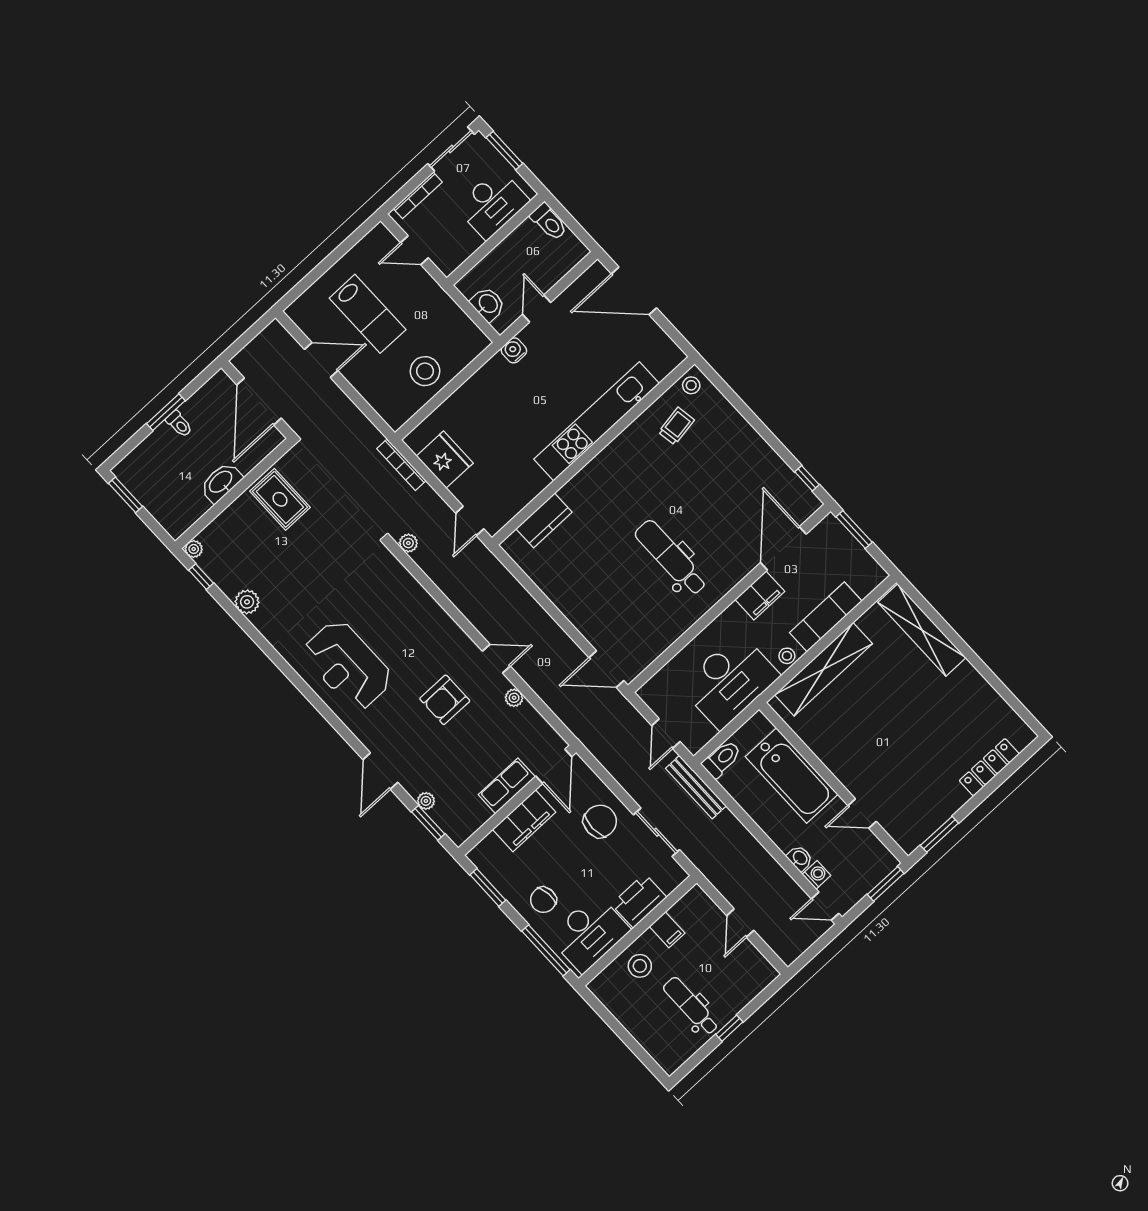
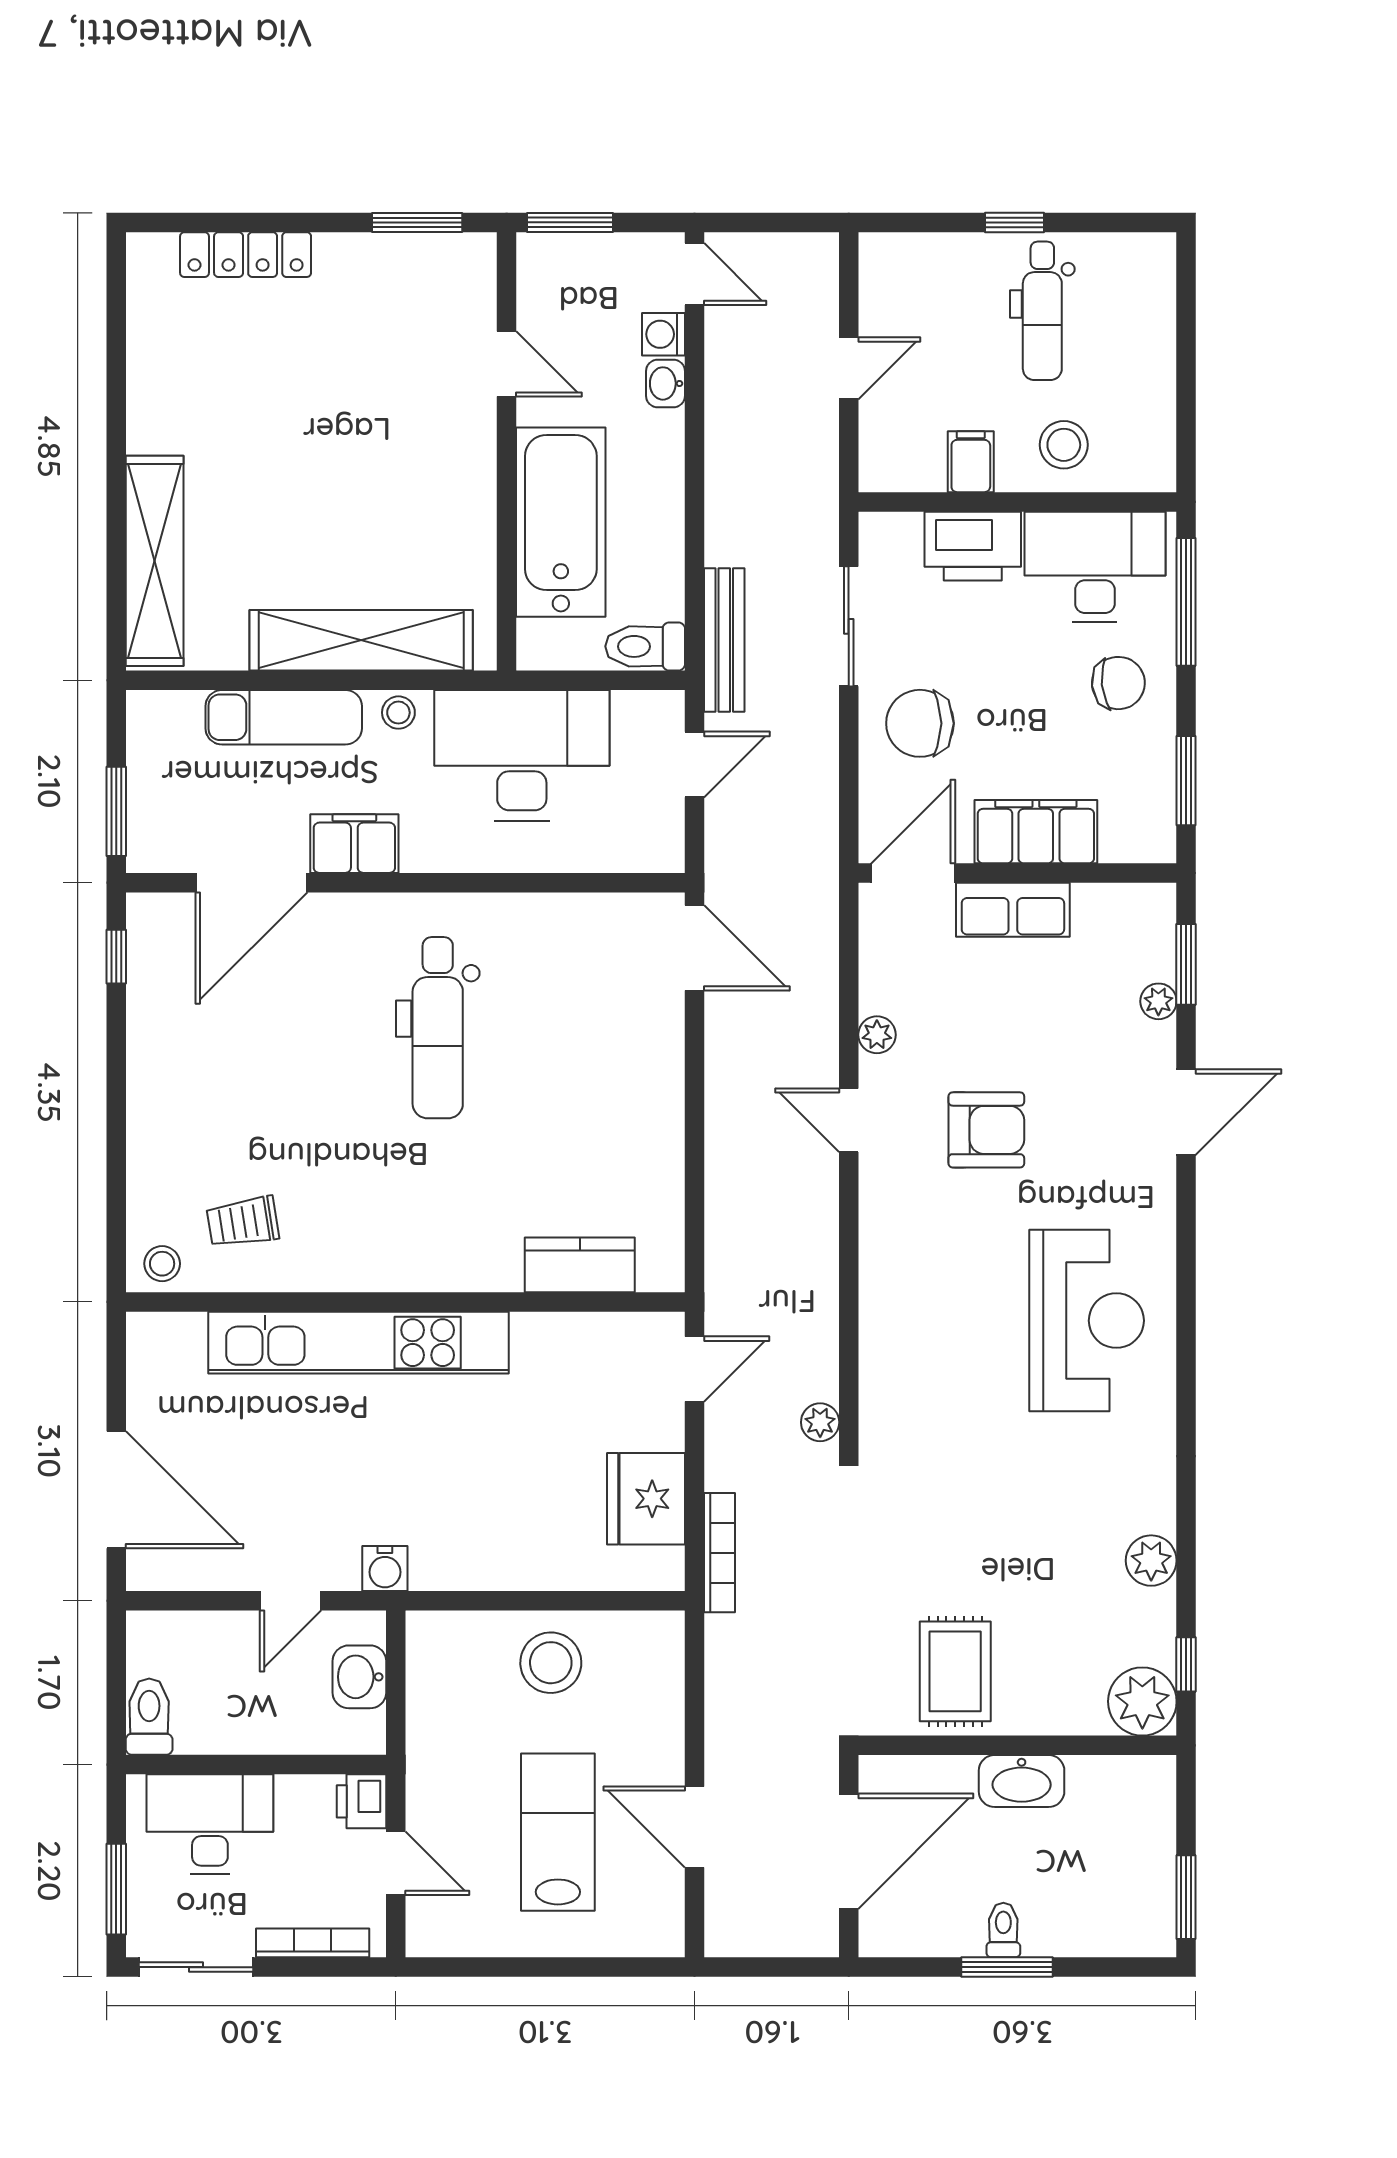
printer: (447, 261) -> (361, 1801), added
plant: (194, 549) -> (1142, 1701), width x1.87, depth x1.87

